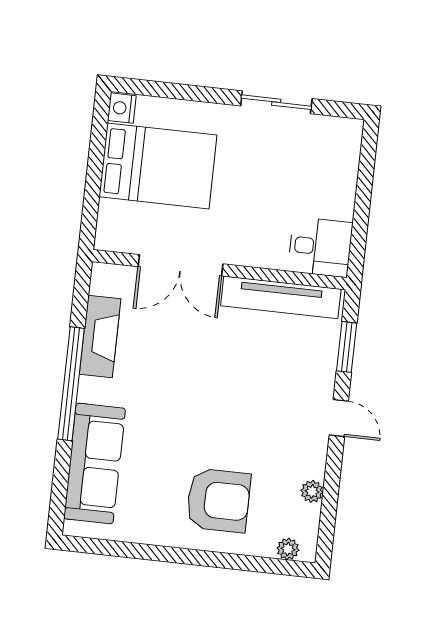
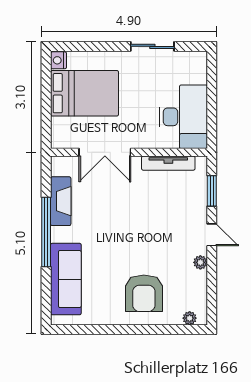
desk: (320, 247) -> (183, 117), width x1.87, depth x1.30
tv unit: (281, 297) -> (168, 163), width x0.73, depth x0.78
plant: (312, 491) -> (200, 262), moved
armchair: (218, 500) -> (144, 293), turned 90

